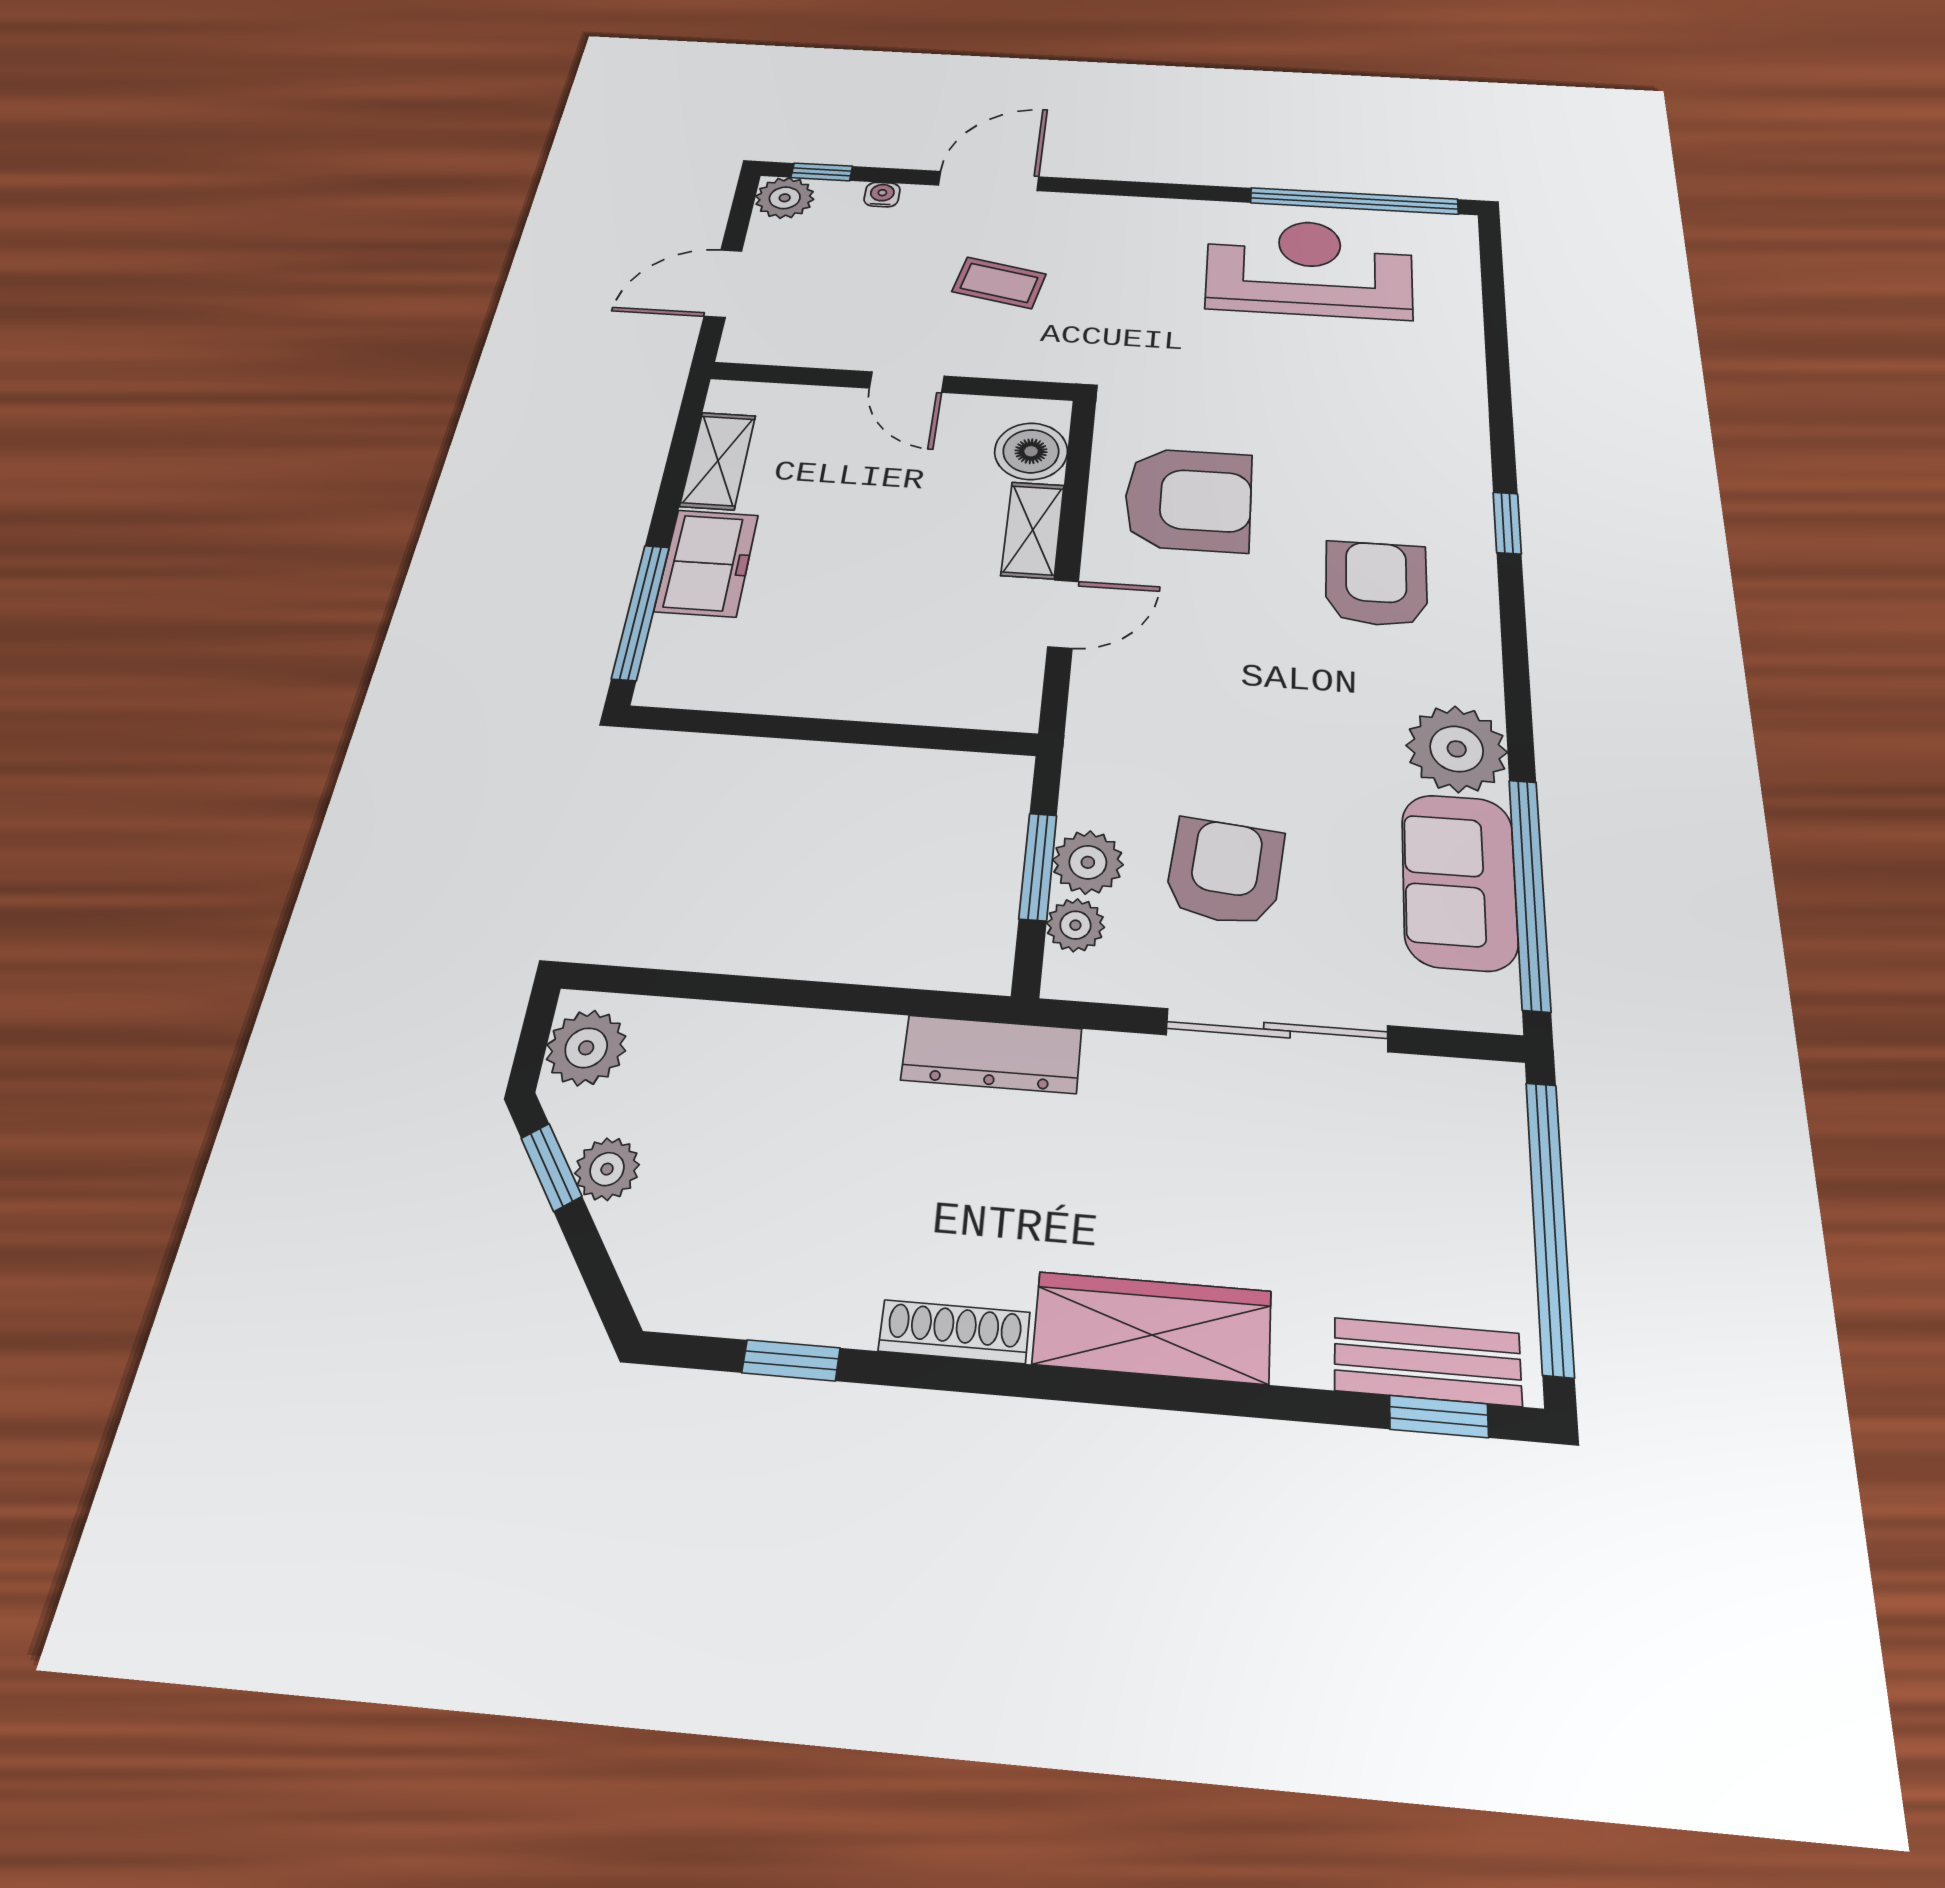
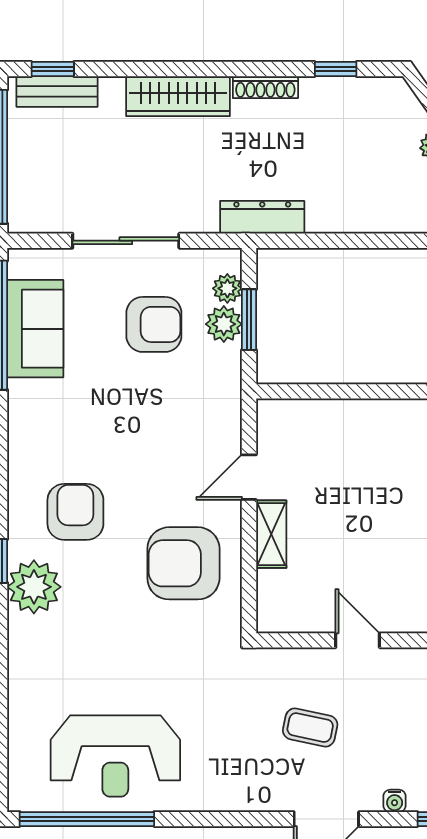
boiler: (1031, 451) -> (278, 592), removed
armchair: (1376, 584) -> (75, 512), turned 180
plant: (1457, 749) -> (34, 587), moved
armchair: (1225, 872) -> (154, 324), turned -96

